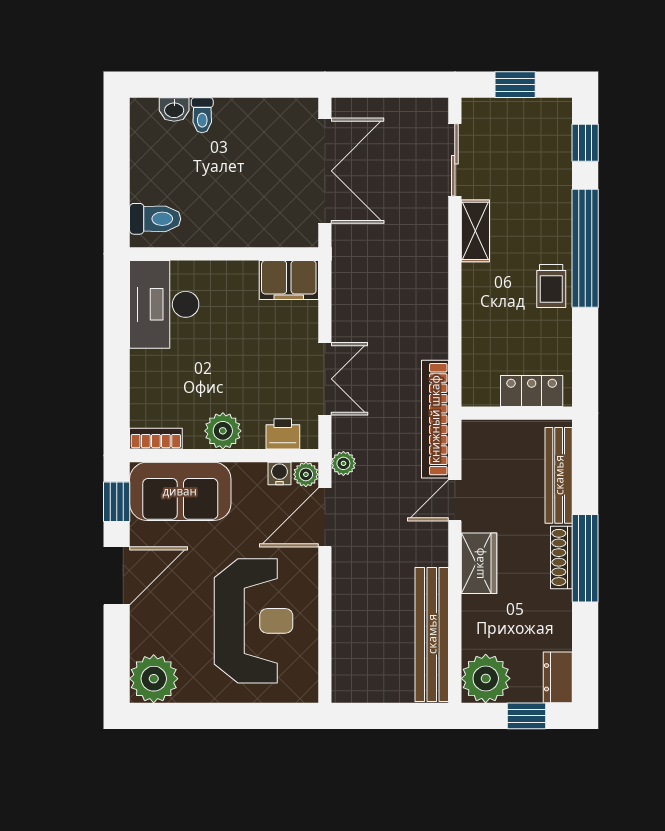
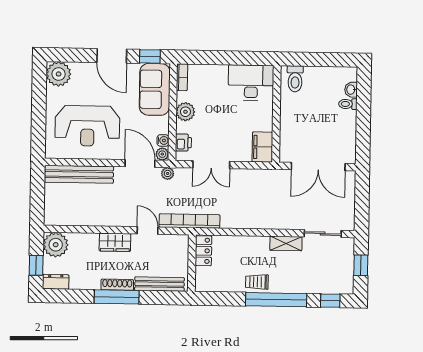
locker: (532, 391) -> (203, 251), moved
bench: (432, 634) -> (79, 174), moved

